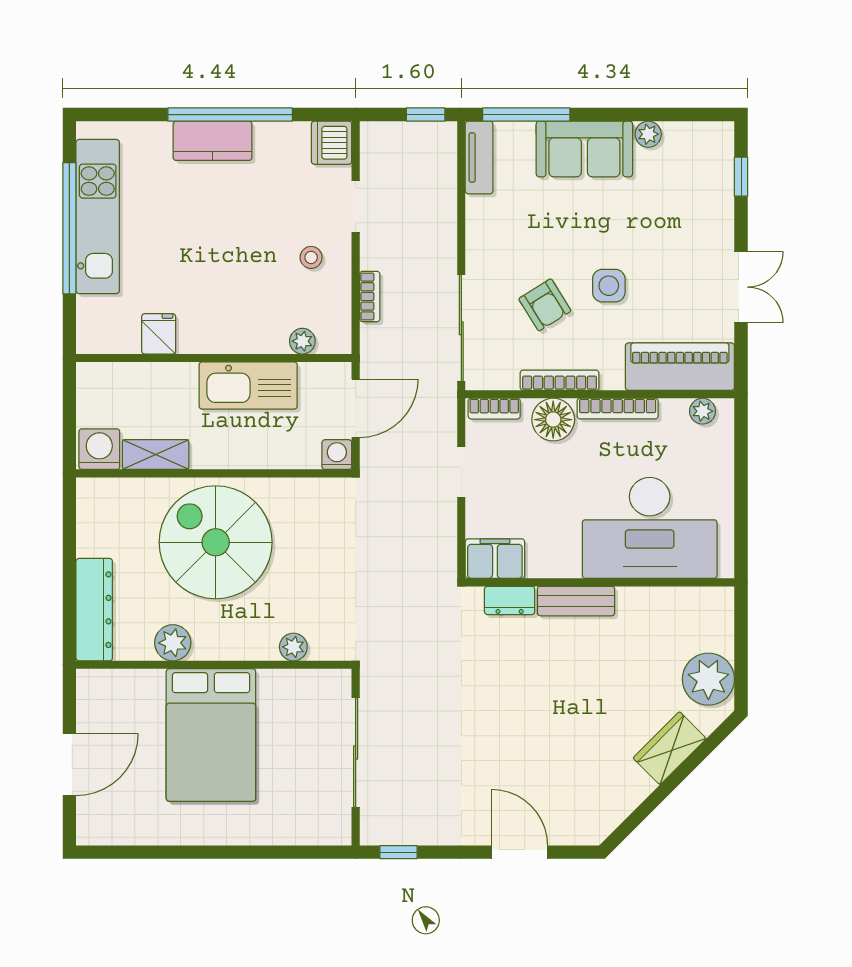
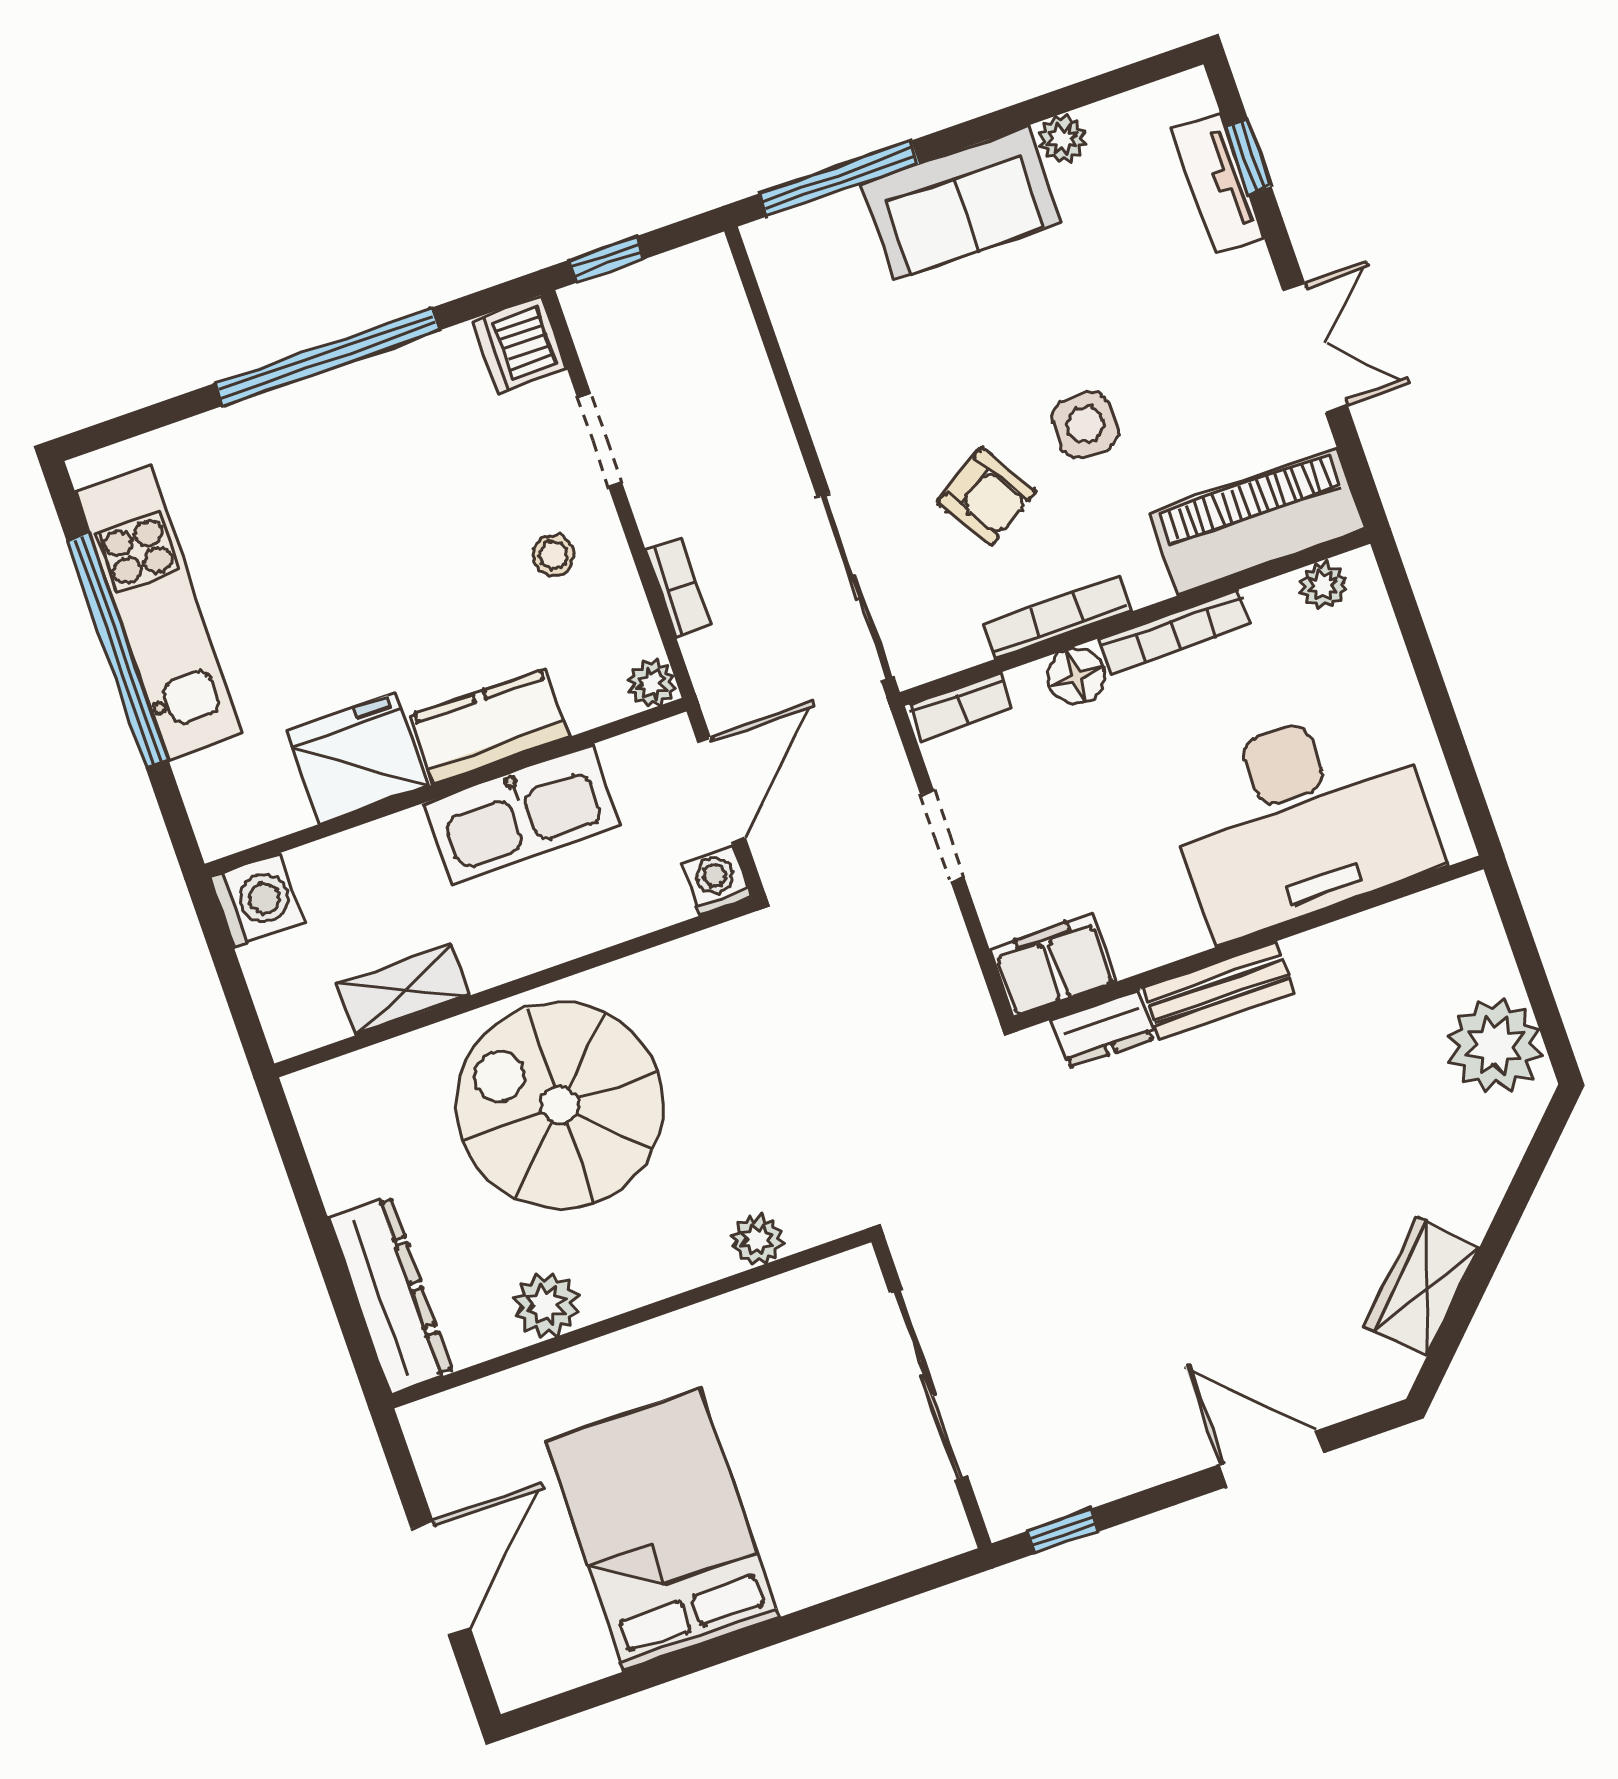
window: (426, 115) -> (606, 260), moved
kitchen counter: (213, 141) -> (490, 727), moved, turned 180
tv unit: (479, 157) -> (1218, 183), moved, turned 180
fridge: (159, 334) -> (357, 758), width x1.88, depth x1.34
plant: (302, 341) -> (652, 683), moved
floor lamp: (553, 420) -> (1076, 676), width x0.73, depth x0.73
washing machine: (99, 449) -> (257, 901), moved, turned 90
bed: (211, 735) -> (662, 1529), moved, turned 180
wardrobe: (670, 748) -> (1422, 1286), moved

